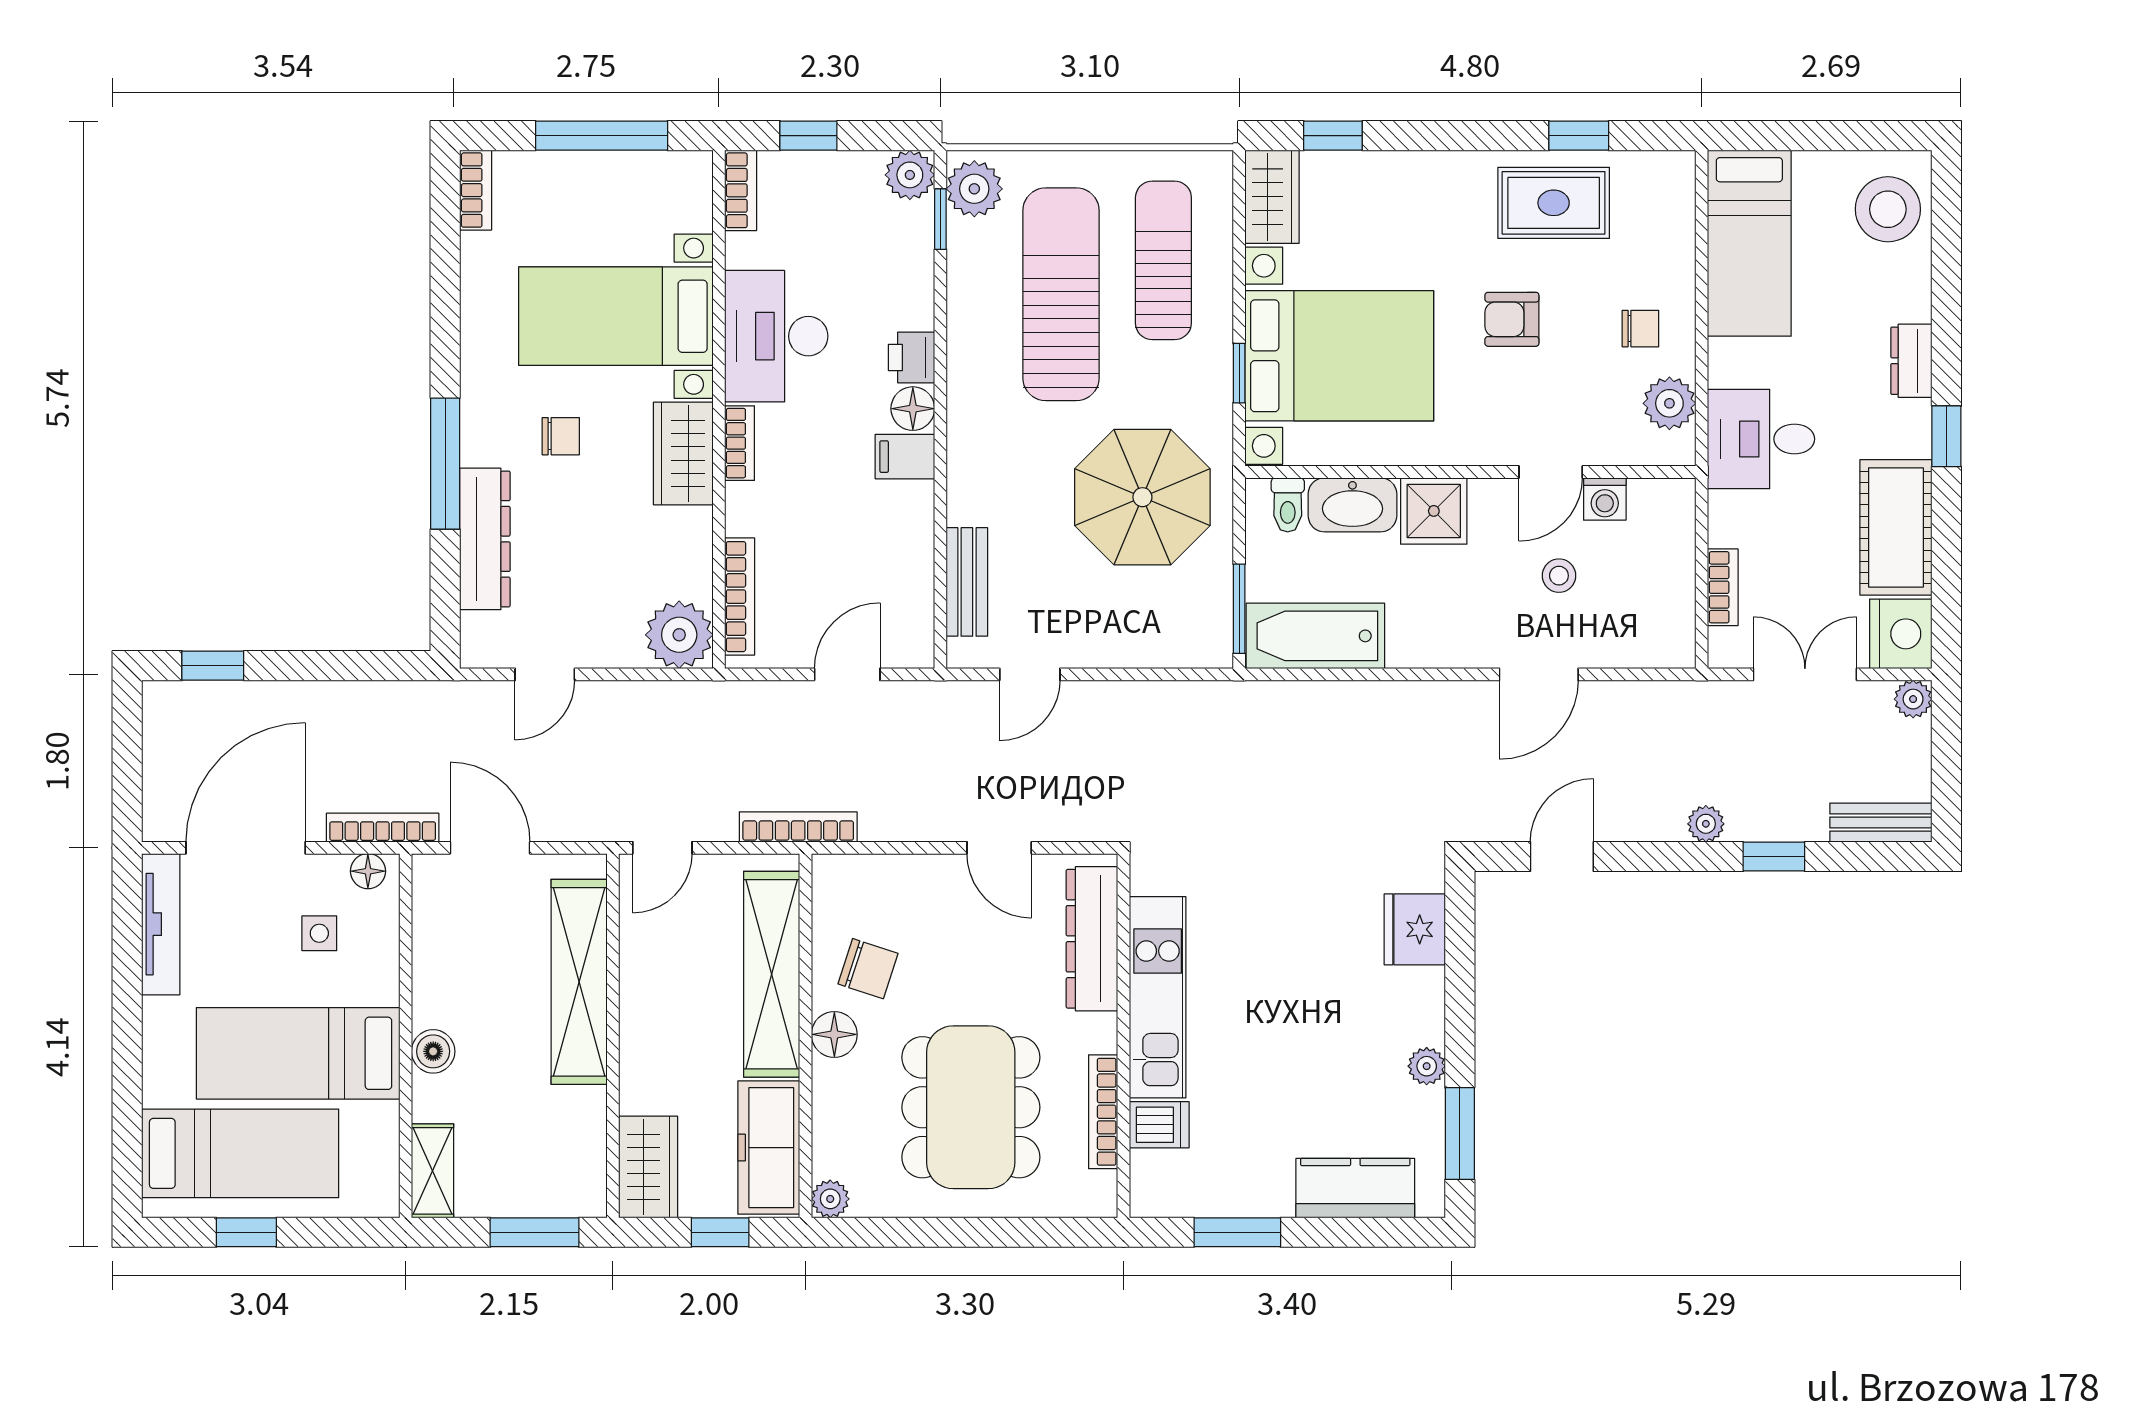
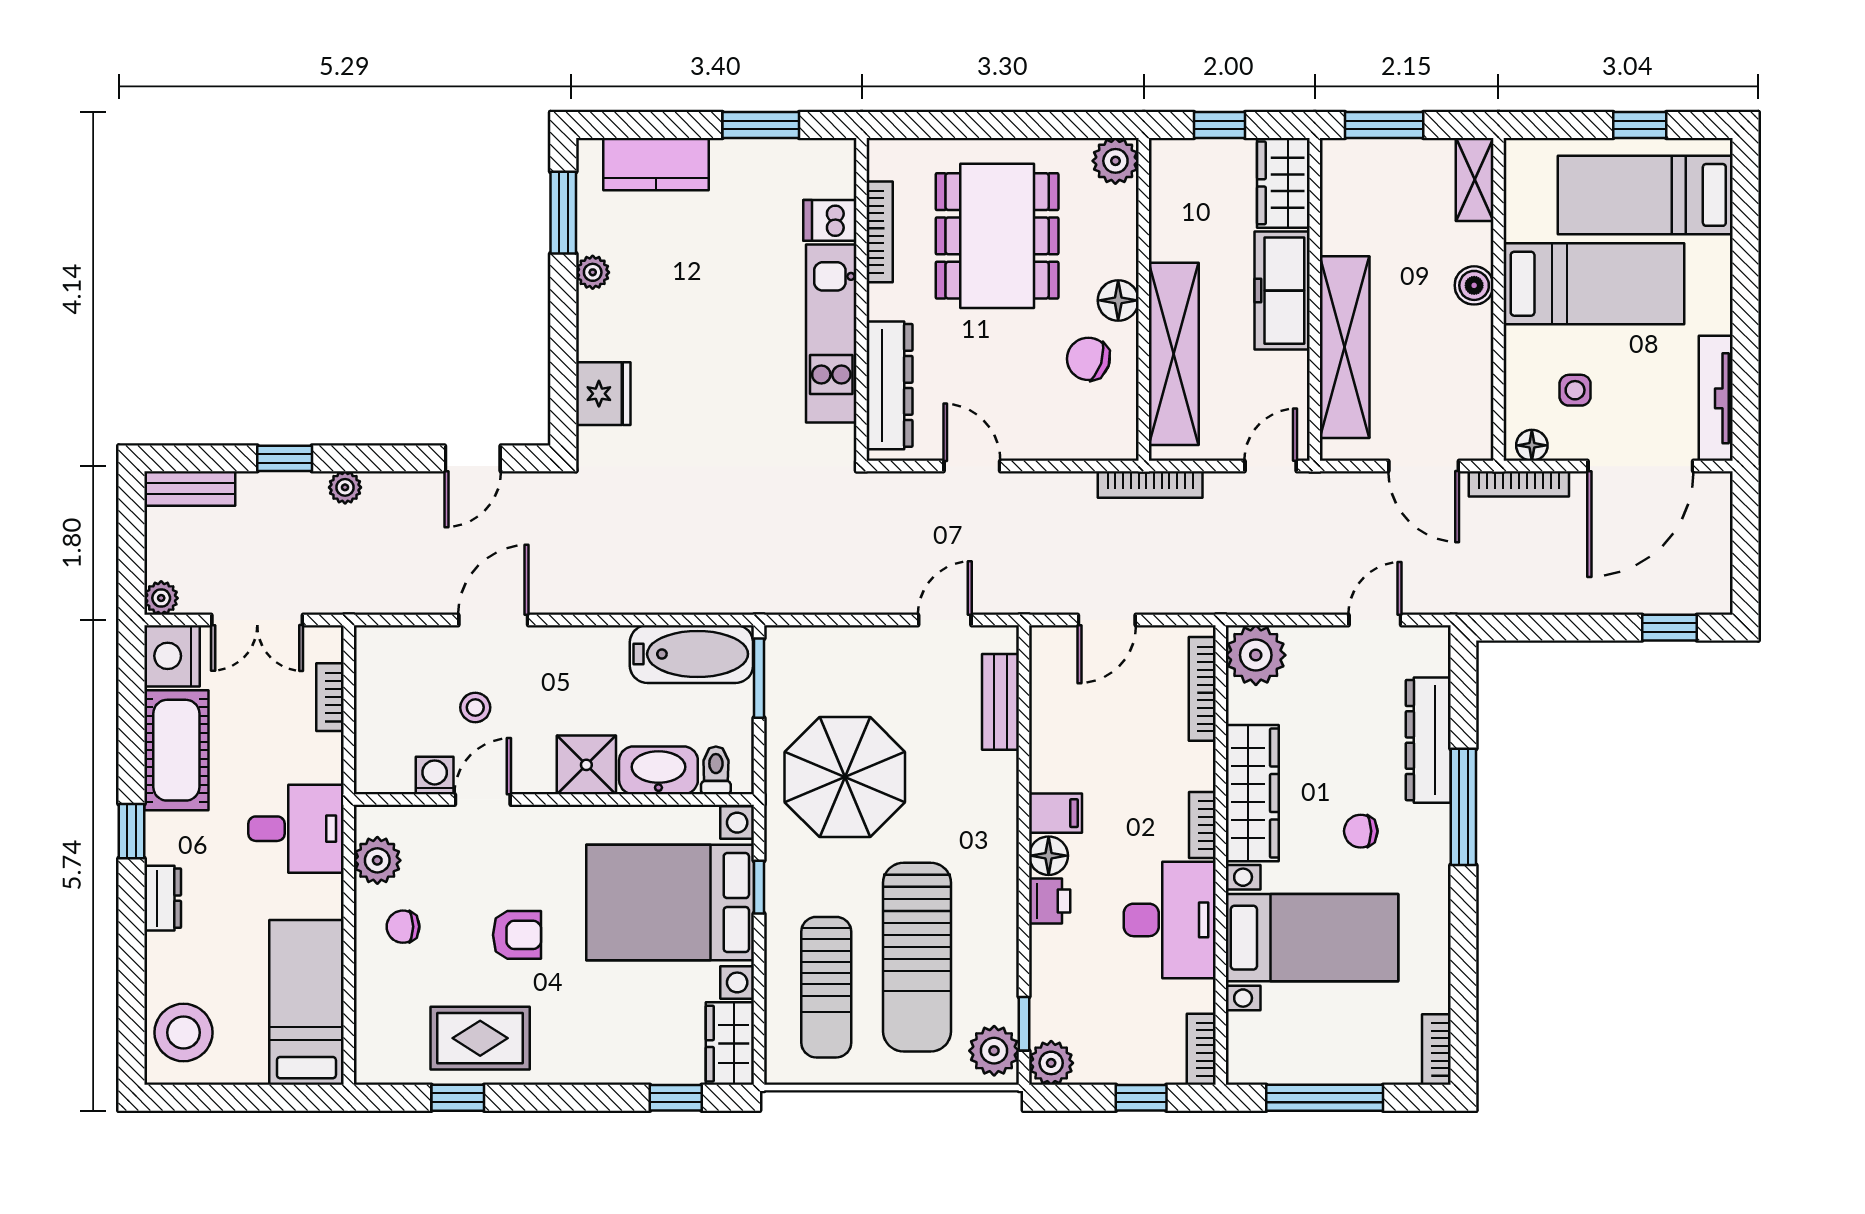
wardrobe: (683, 453) -> (1252, 793), width x1.50
freezer: (769, 1148) -> (1282, 291), moved, turned 180
plant: (830, 1199) -> (1115, 161), width x1.38, depth x1.38

